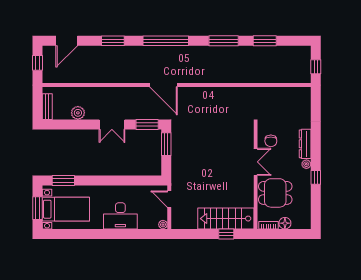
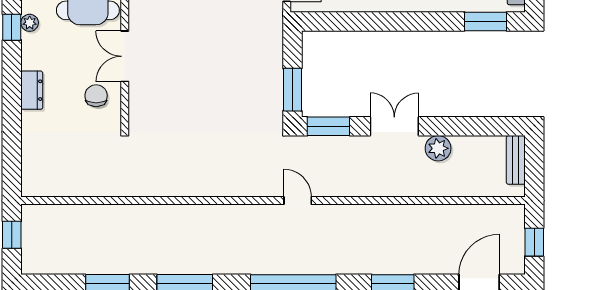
door: (163, 85) -> (298, 201), width x0.53
plant: (78, 113) -> (438, 148), moved
dresser: (305, 144) -> (32, 90), width x0.70
plant: (306, 164) -> (30, 23), moved

